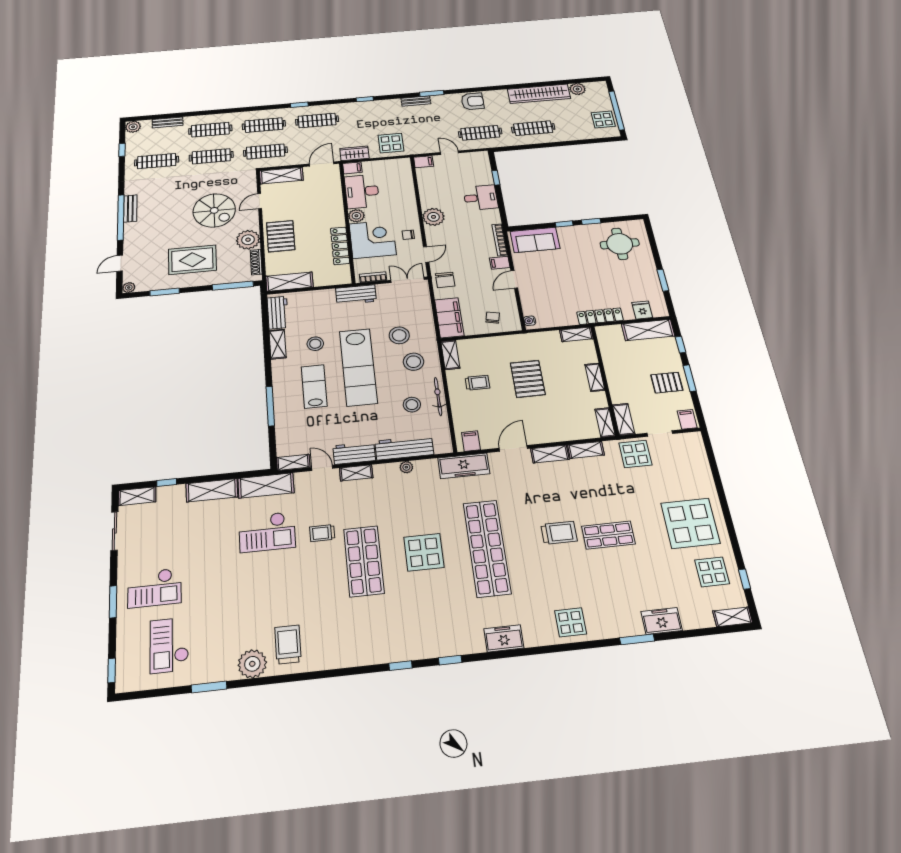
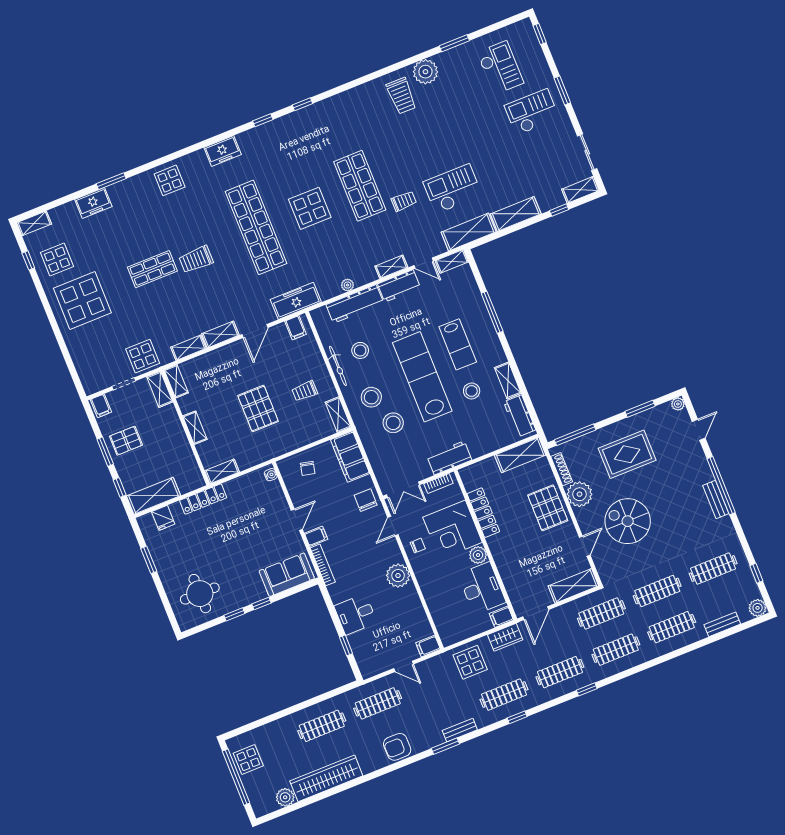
clothes rail: (370, 116) -> (504, 695), added

